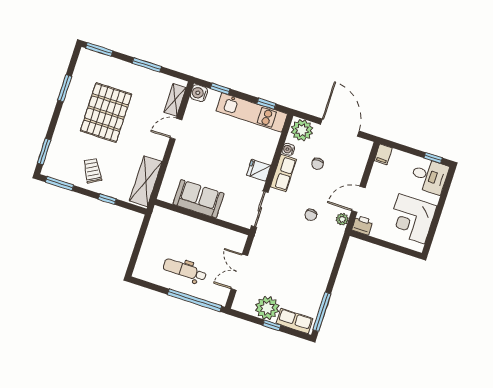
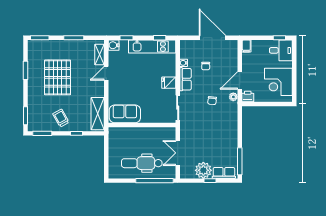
plant: (302, 130) -> (188, 47), removed
sofa: (199, 199) -> (125, 114), moved
dental chair: (185, 270) -> (142, 163), width x1.36, depth x1.38

